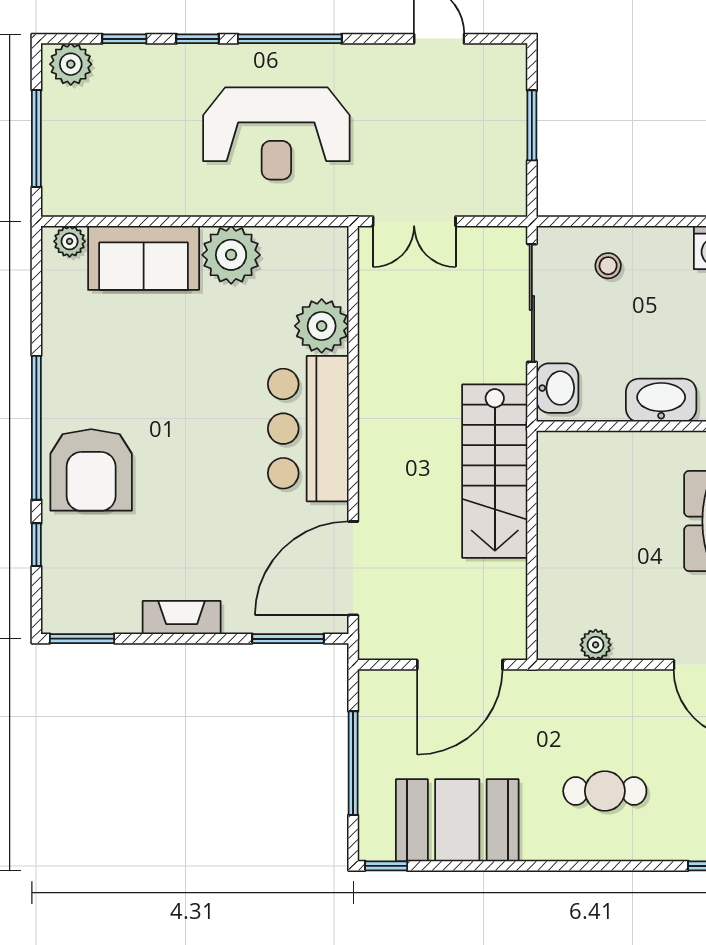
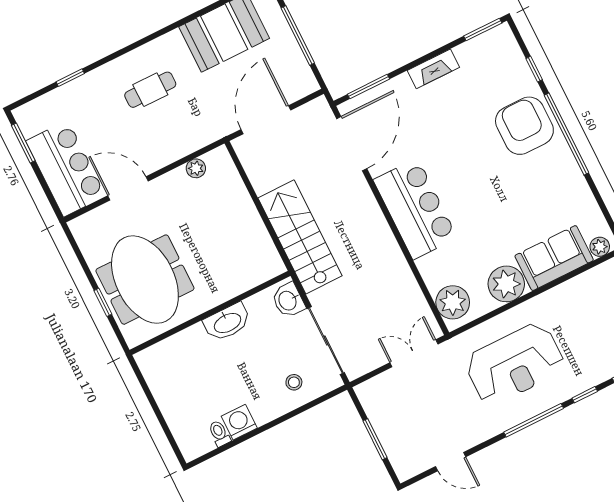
reception desk: (276, 133) -> (515, 364), turned 180
plant: (322, 326) -> (453, 302), moved

